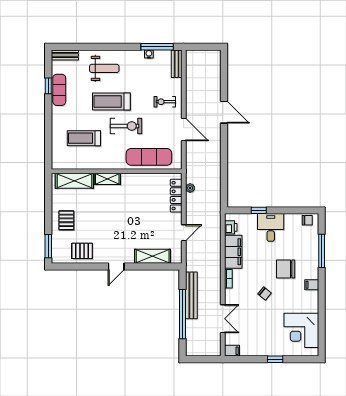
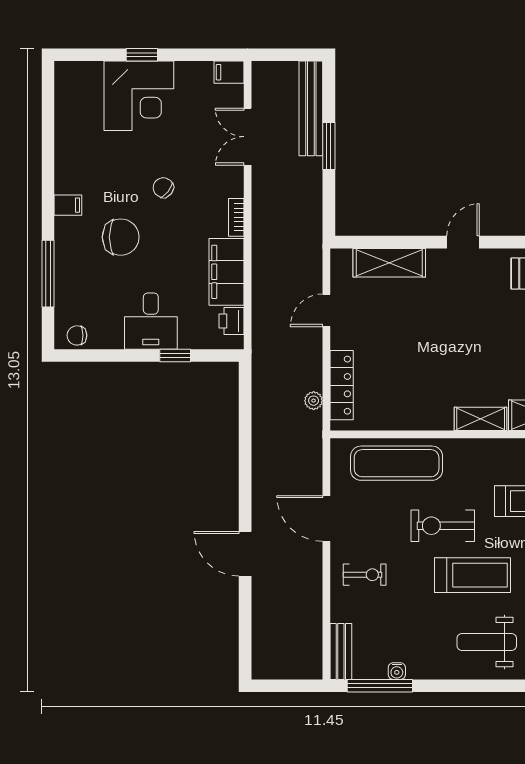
bench: (191, 295) -> (311, 108), moved
window: (182, 314) -> (329, 146), width x0.47
corner desk: (301, 330) -> (139, 96), moved, turned 90

